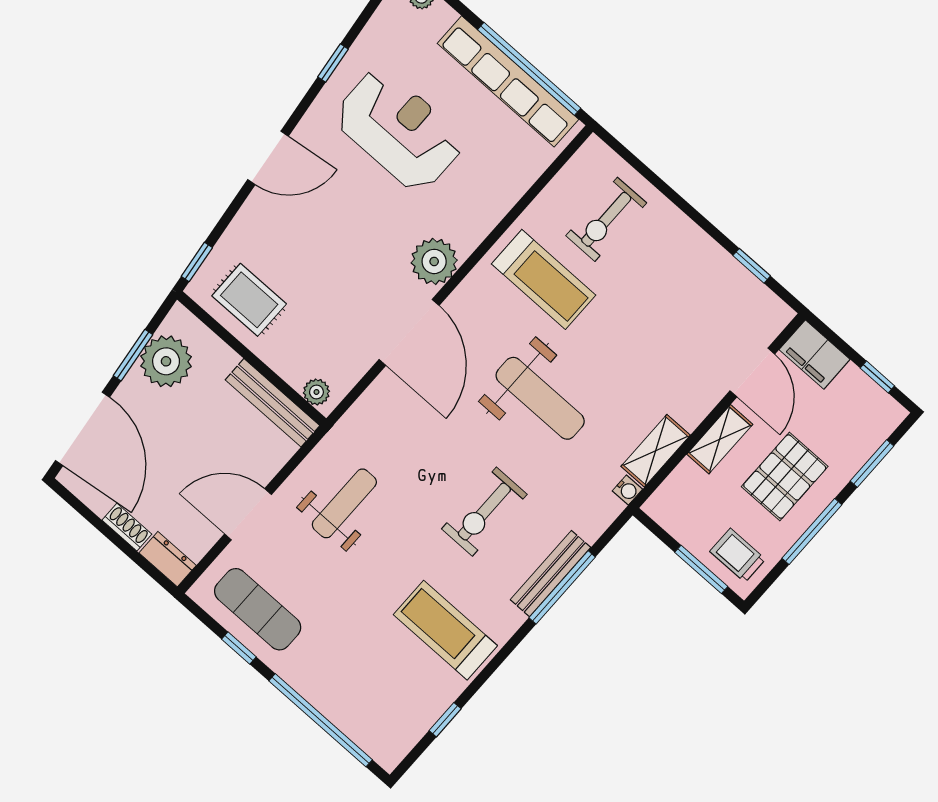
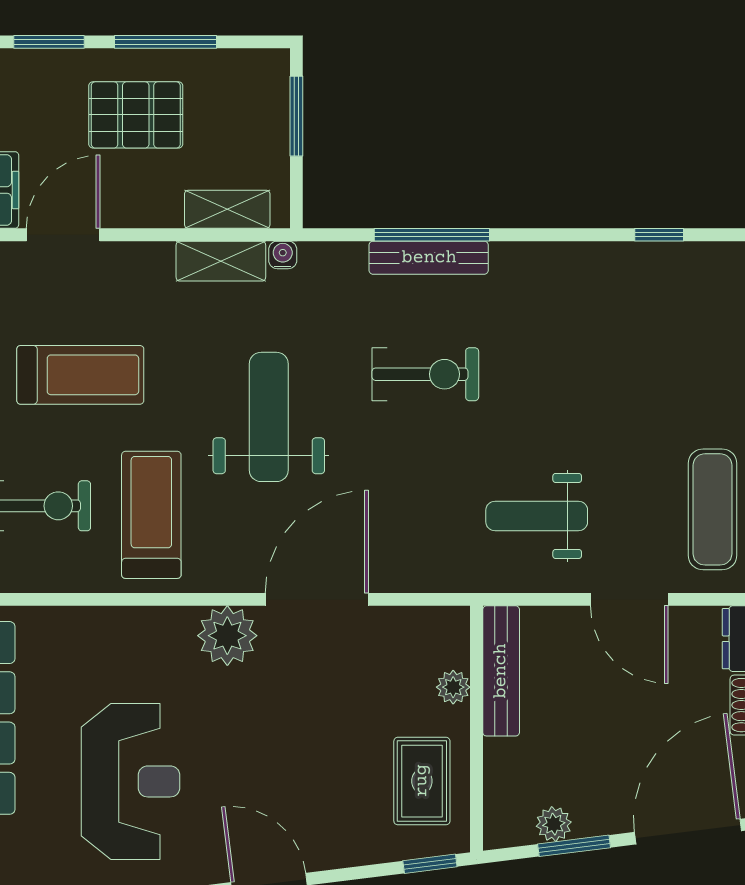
reception desk: (399, 130) -> (130, 781), turned 180
plant: (166, 361) -> (554, 824), width x0.53, depth x0.53
plant: (316, 392) -> (453, 687), moved
shelving: (720, 439) -> (227, 209), moved
trolley: (738, 555) -> (252, 93), removed
treadmill: (445, 630) -> (80, 375), moved, turned -90

